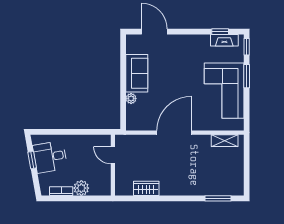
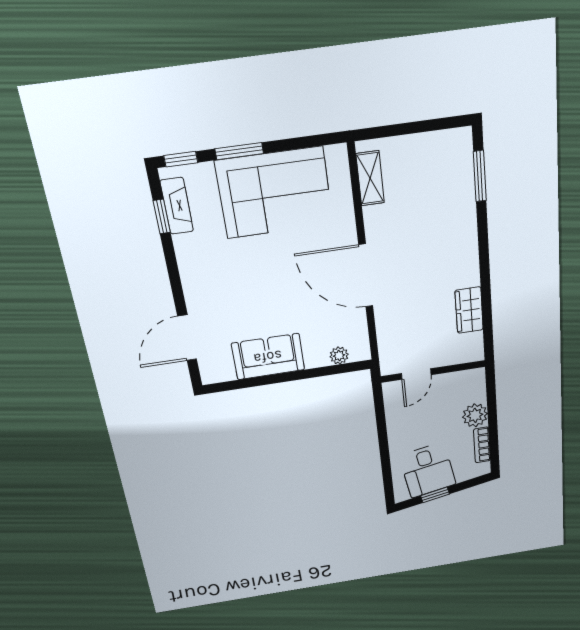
plant: (131, 98) -> (339, 356), moved

